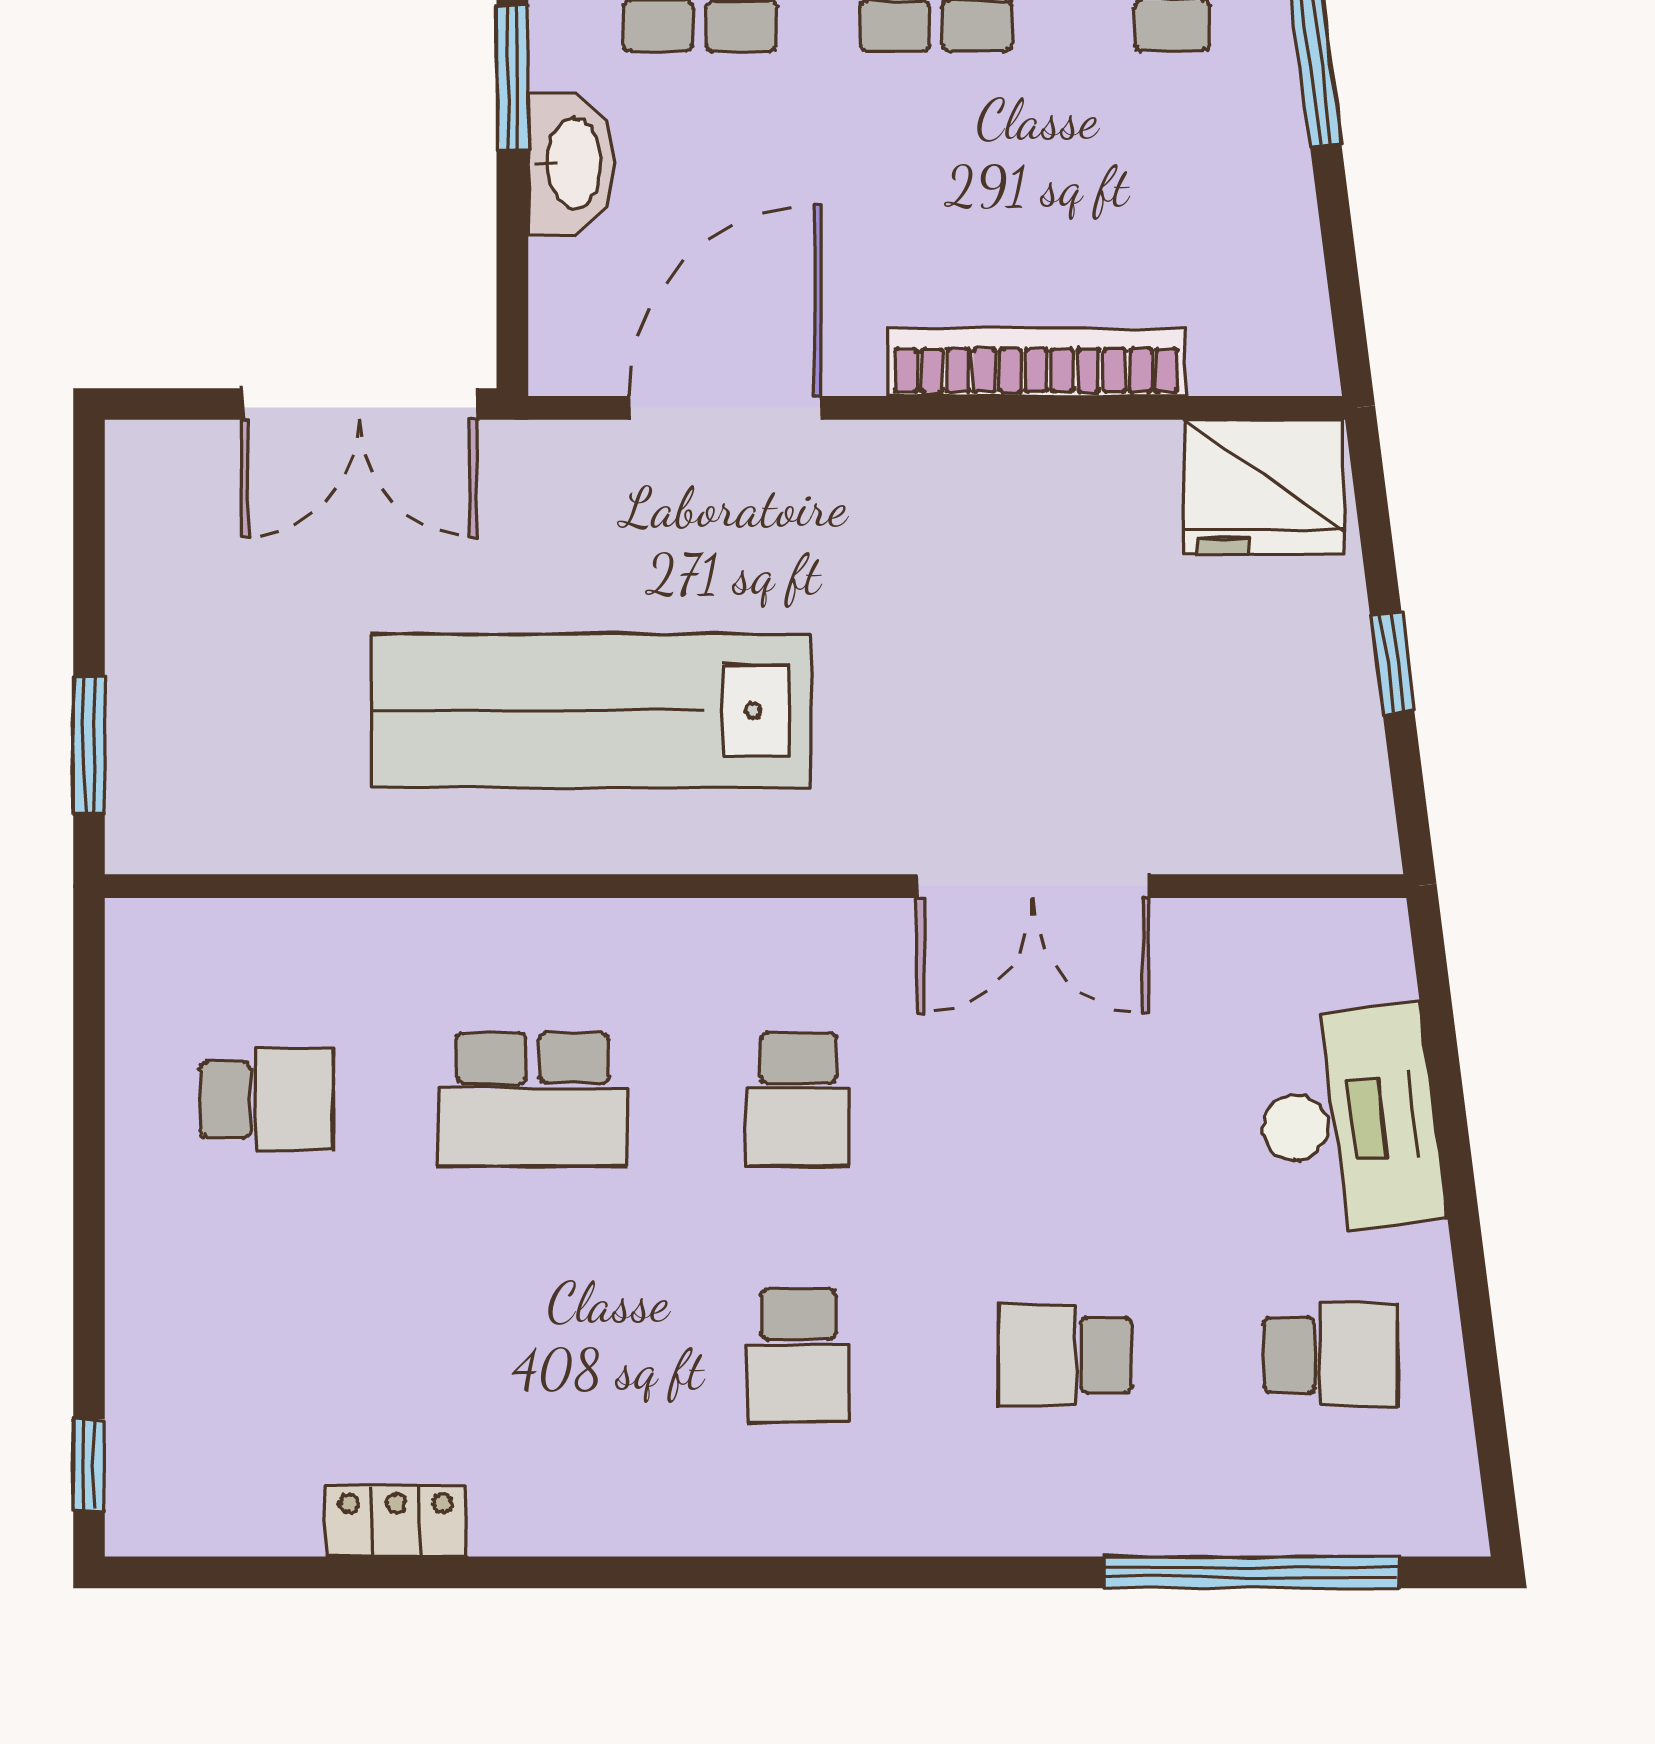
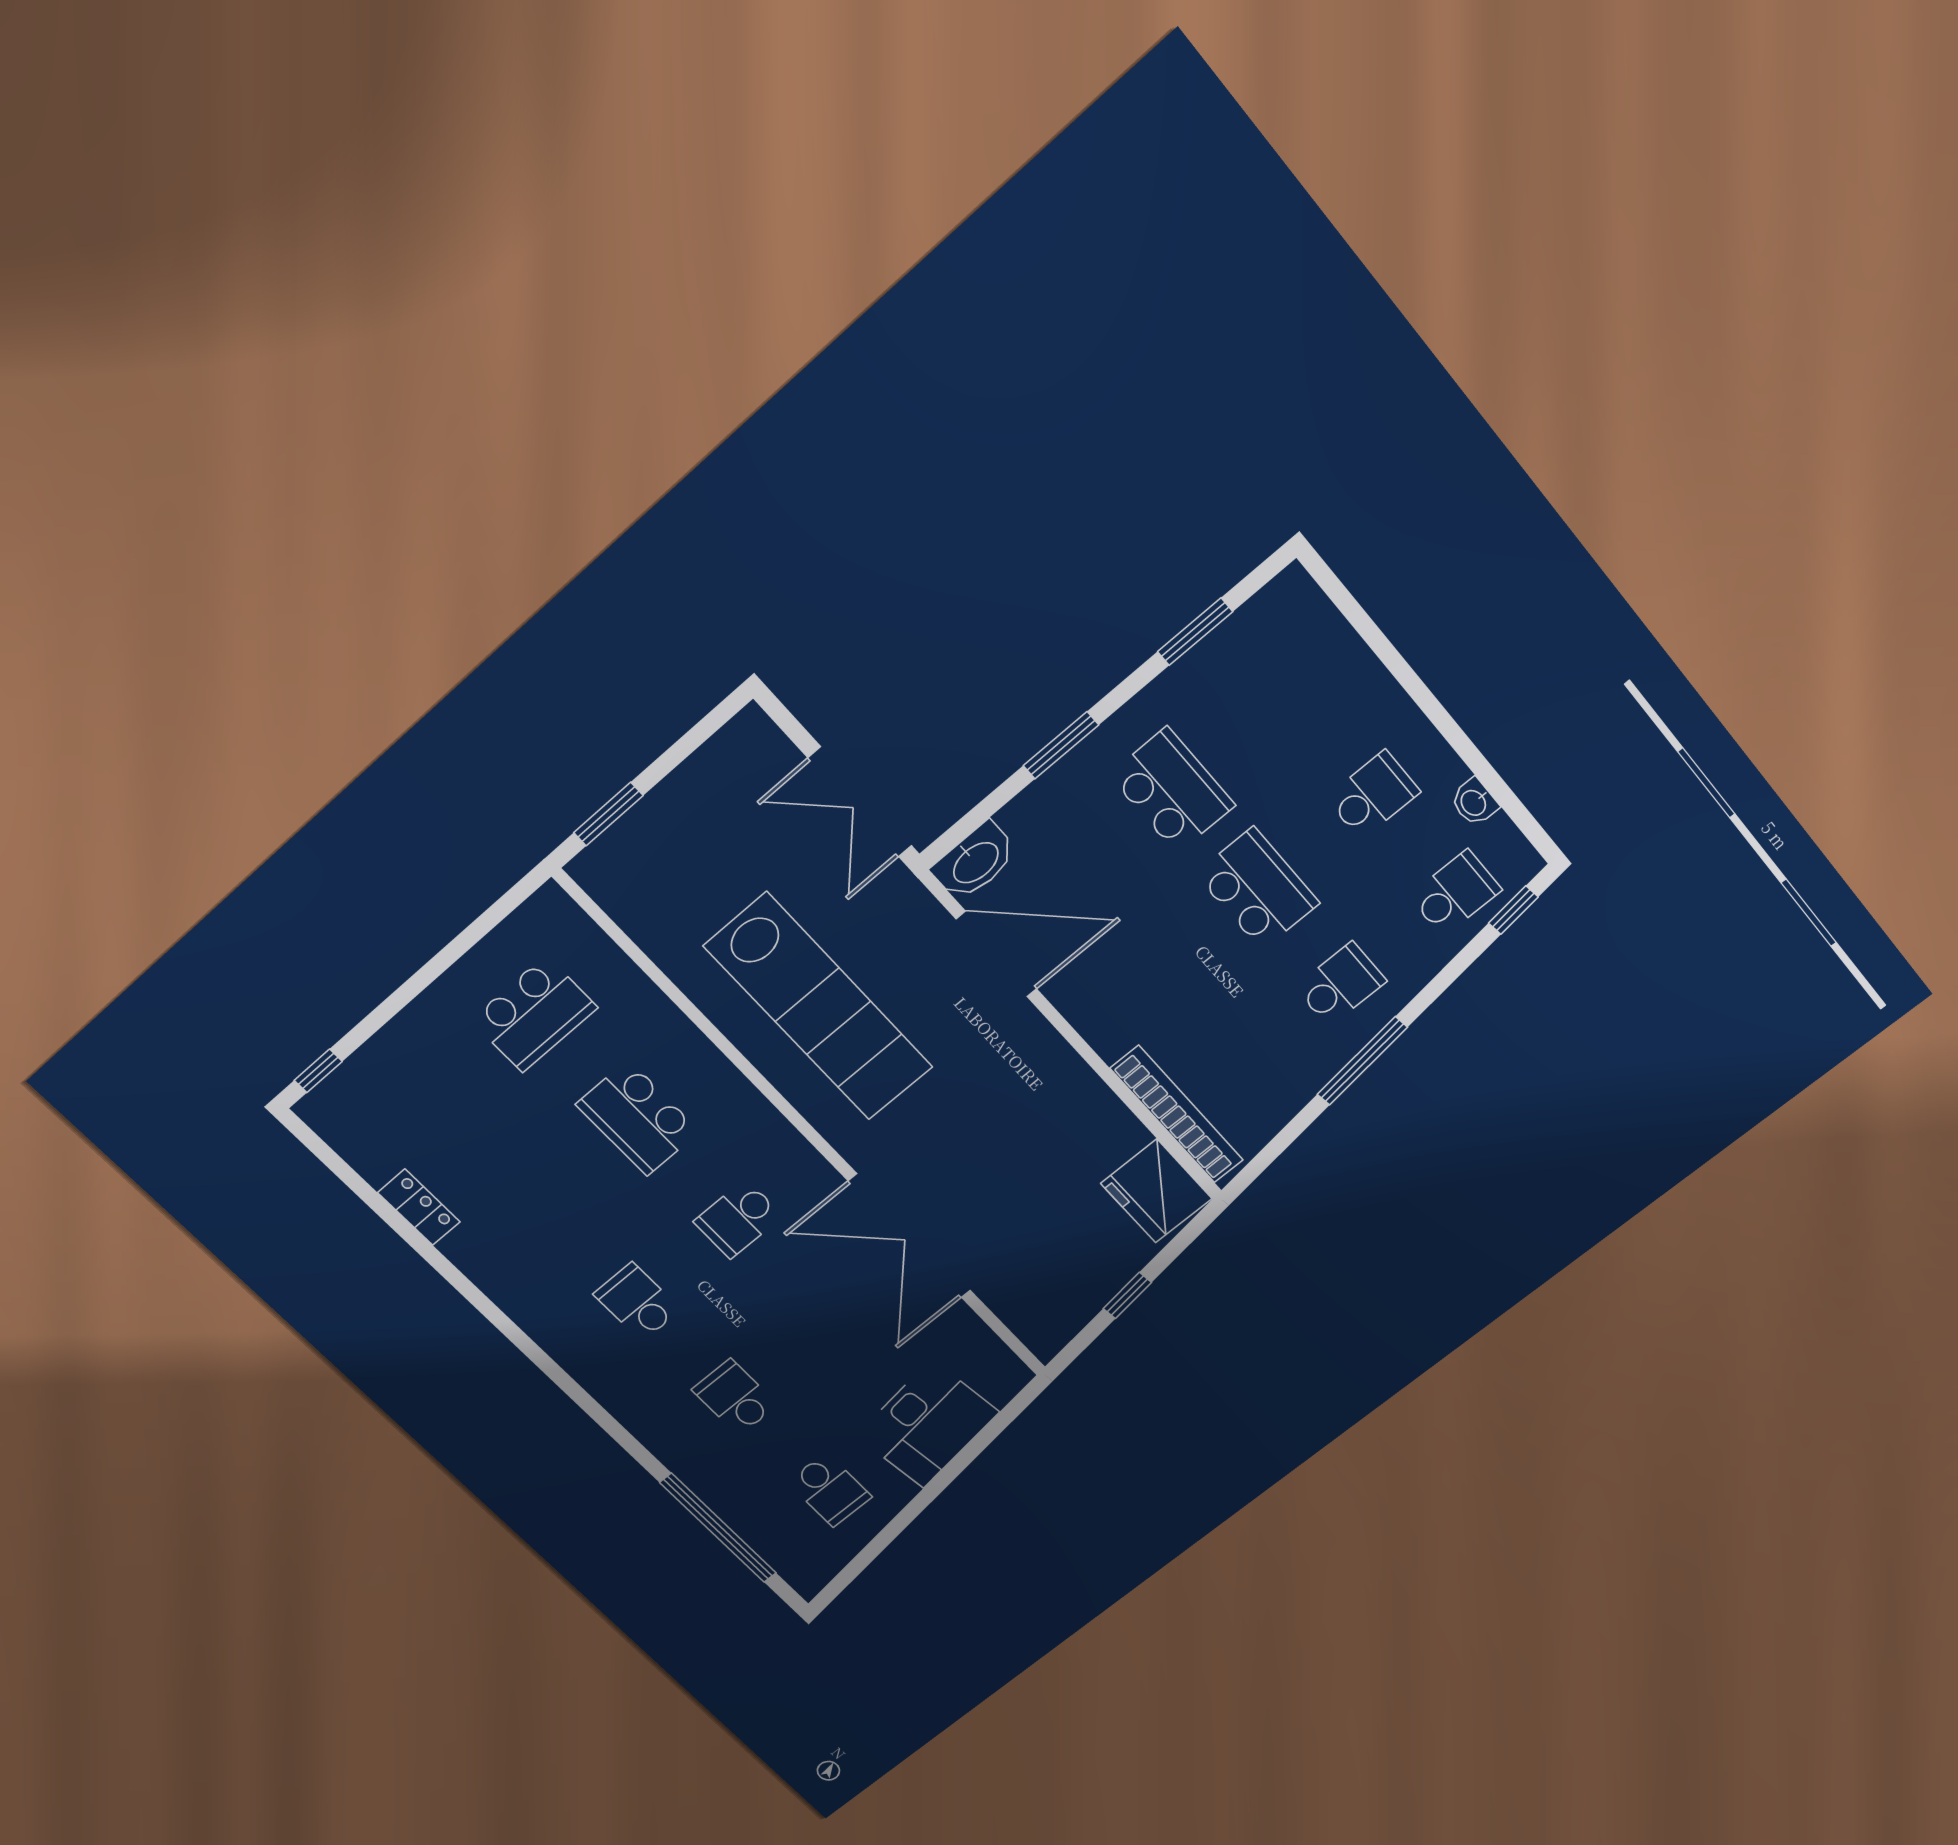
washbasin: (571, 164) -> (975, 862), moved
bookcase: (1036, 362) -> (1177, 1114), moved
lab bench: (591, 711) -> (819, 1007), turned 180
double door: (1033, 886) -> (910, 1236), width x1.36
school desk: (267, 1099) -> (534, 1014), width x1.85
school desk: (799, 1355) -> (637, 1302), turned 90

